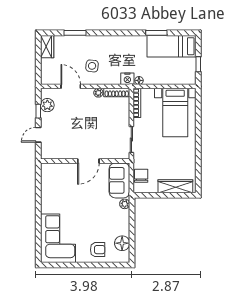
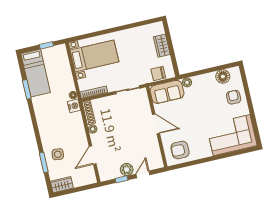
side table: (92, 66) -> (58, 154), moved
plant: (47, 105) -> (127, 170), moved
door: (38, 135) -> (143, 174), swing flipped
armchair: (55, 180) -> (180, 150), added
wardrobe: (175, 186) -> (162, 46), width x0.67

